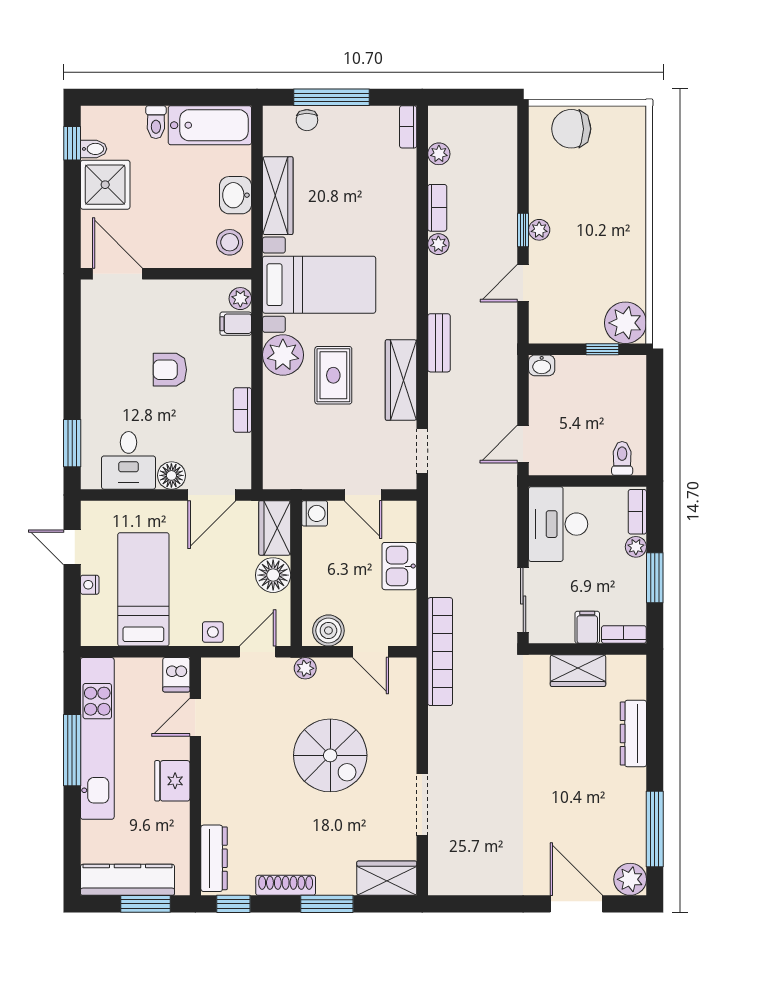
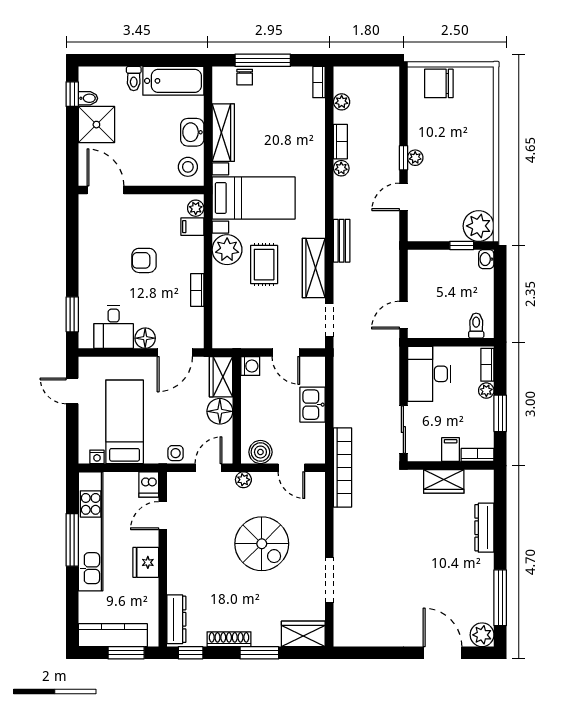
washbasin: (542, 365) -> (486, 259), moved, turned 90
nightstand: (90, 585) -> (97, 457), moved, turned -90

